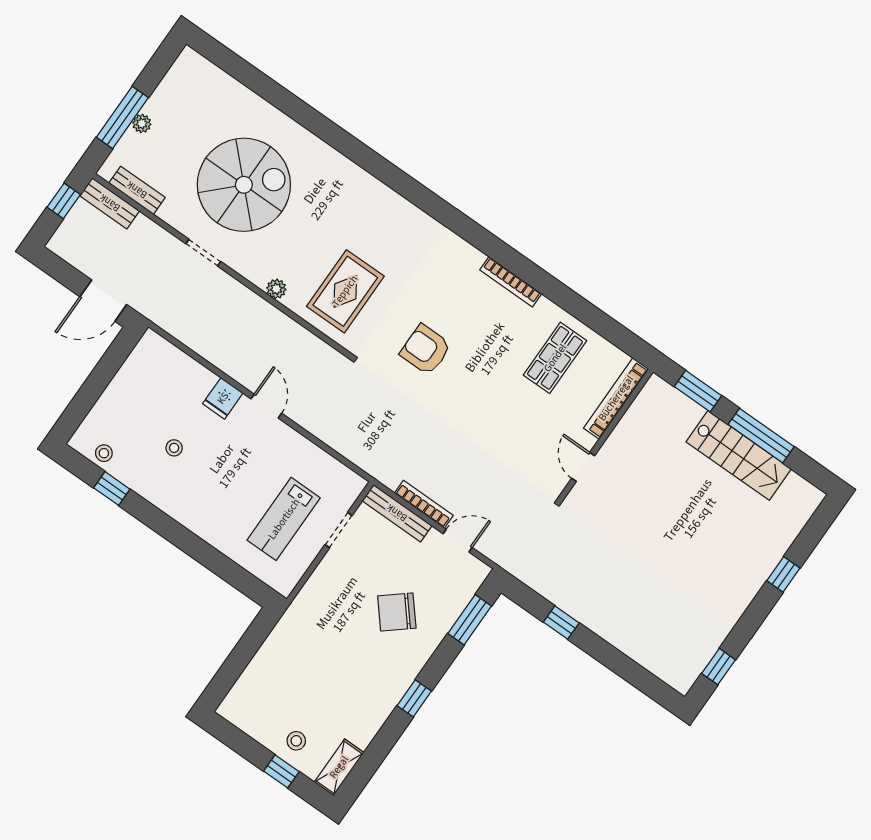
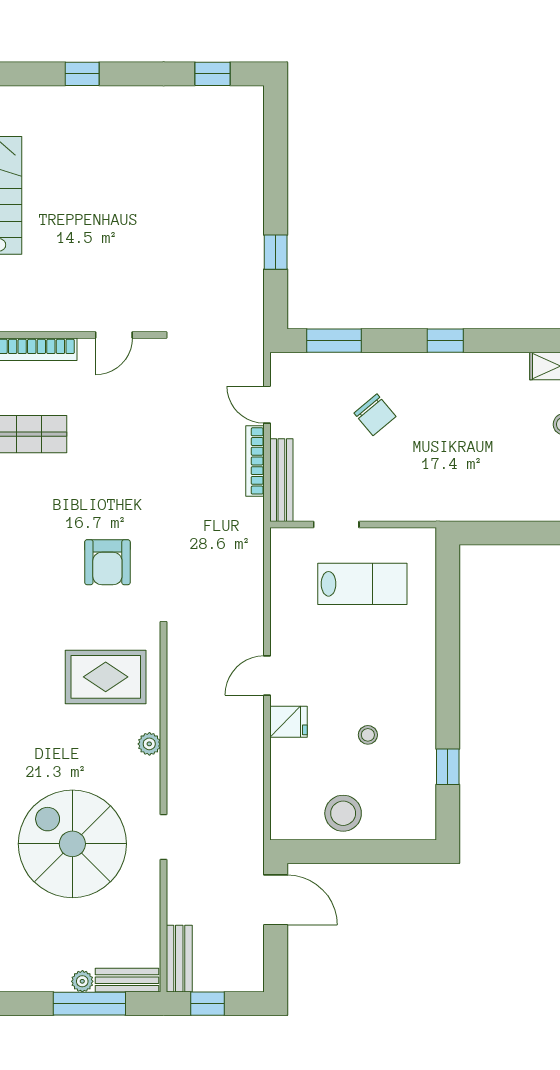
bench: (137, 190) -> (127, 980), moved, turned 90
stool: (104, 453) -> (343, 813), moved, width x1.89, depth x1.89
chair: (397, 612) -> (375, 415), width x0.73, depth x0.73

